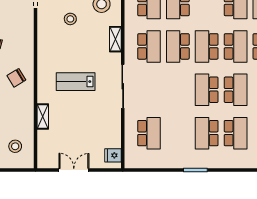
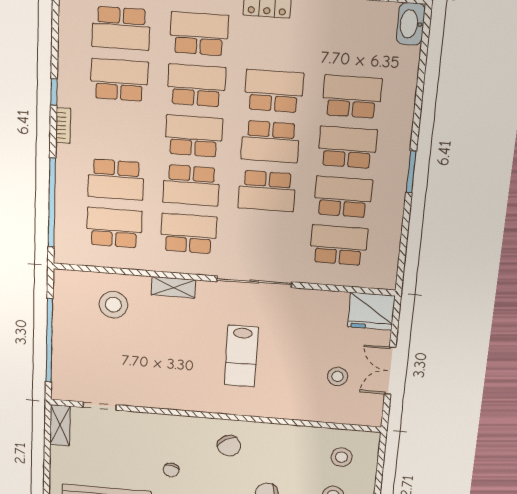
stool: (70, 19) -> (338, 376), moved
school desk: (207, 46) -> (194, 136), turned 180
school desk: (178, 90) -> (267, 191), added
shelving: (43, 116) -> (296, 412), removed
school desk: (178, 133) -> (343, 197), added
school desk: (207, 133) -> (347, 147), turned 180
fridge: (113, 155) -> (371, 311), width x1.88, depth x1.34

